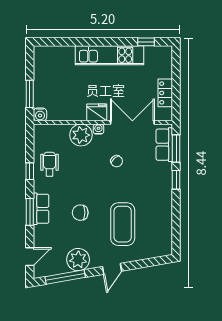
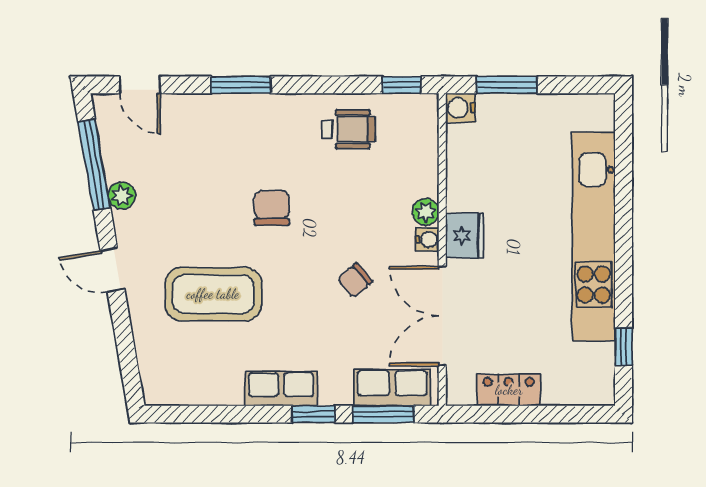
kitchen unit: (110, 55) -> (594, 237), width x1.36
double door: (132, 122) -> (442, 316), swing flipped
plant: (81, 135) -> (426, 212), width x0.53, depth x0.53
window: (30, 171) -> (402, 85), moved
row of seats: (41, 209) -> (281, 389), moved, turned 180
chair: (80, 213) -> (272, 208), moved
plant: (78, 260) -> (122, 196), width x0.53, depth x0.53

